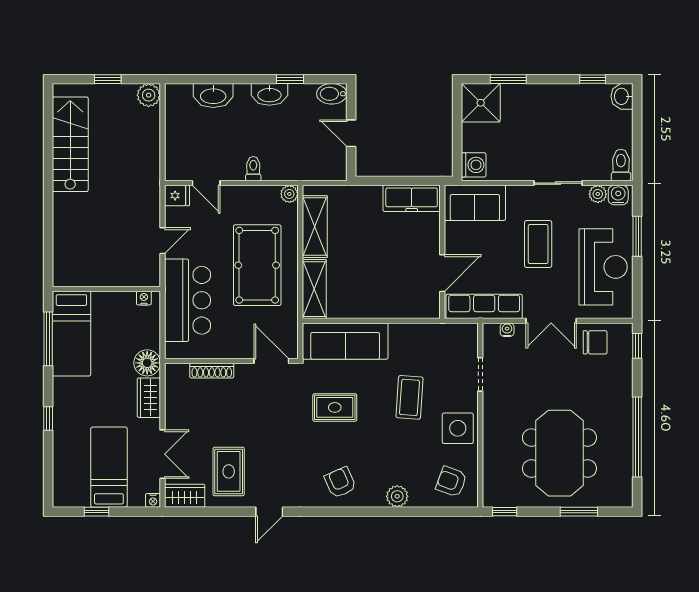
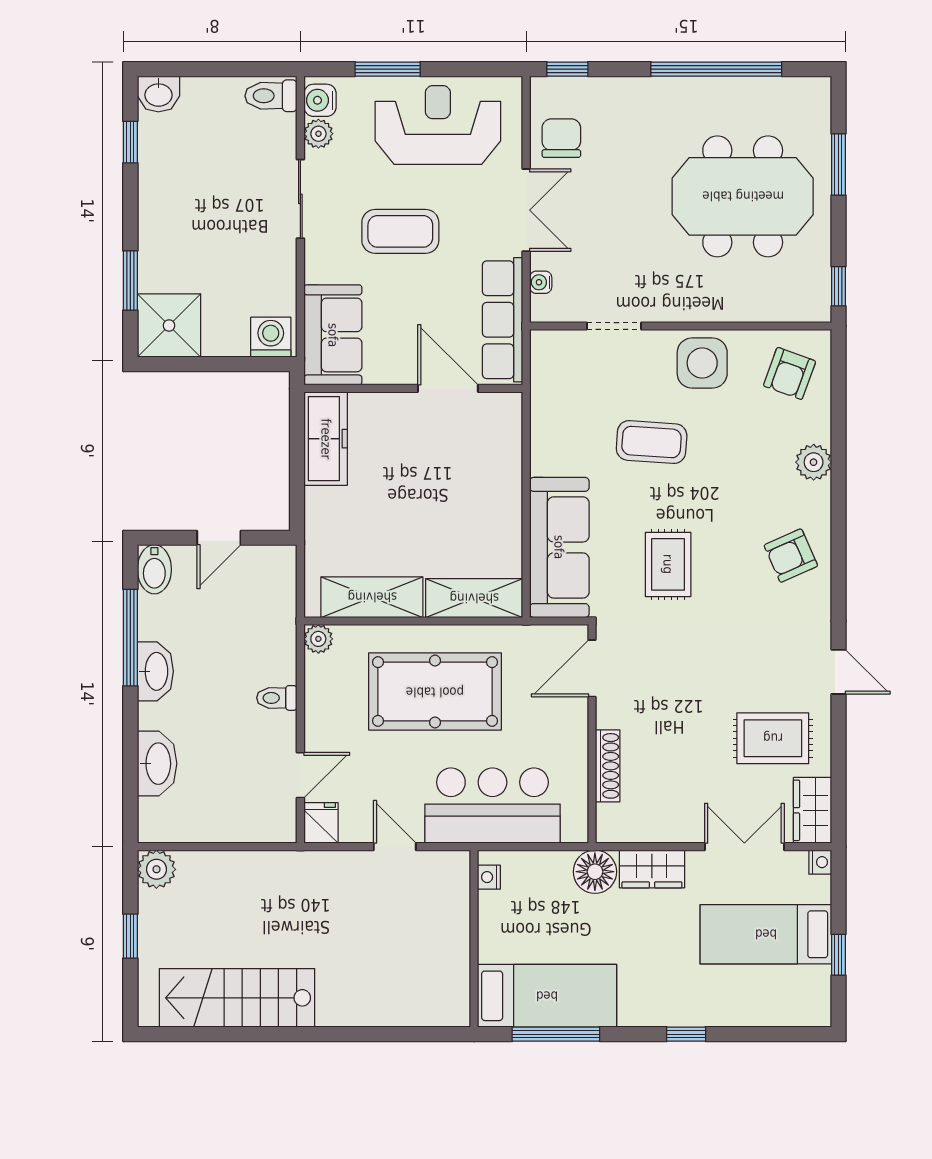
window: (290, 79) -> (130, 638), width x2.17

